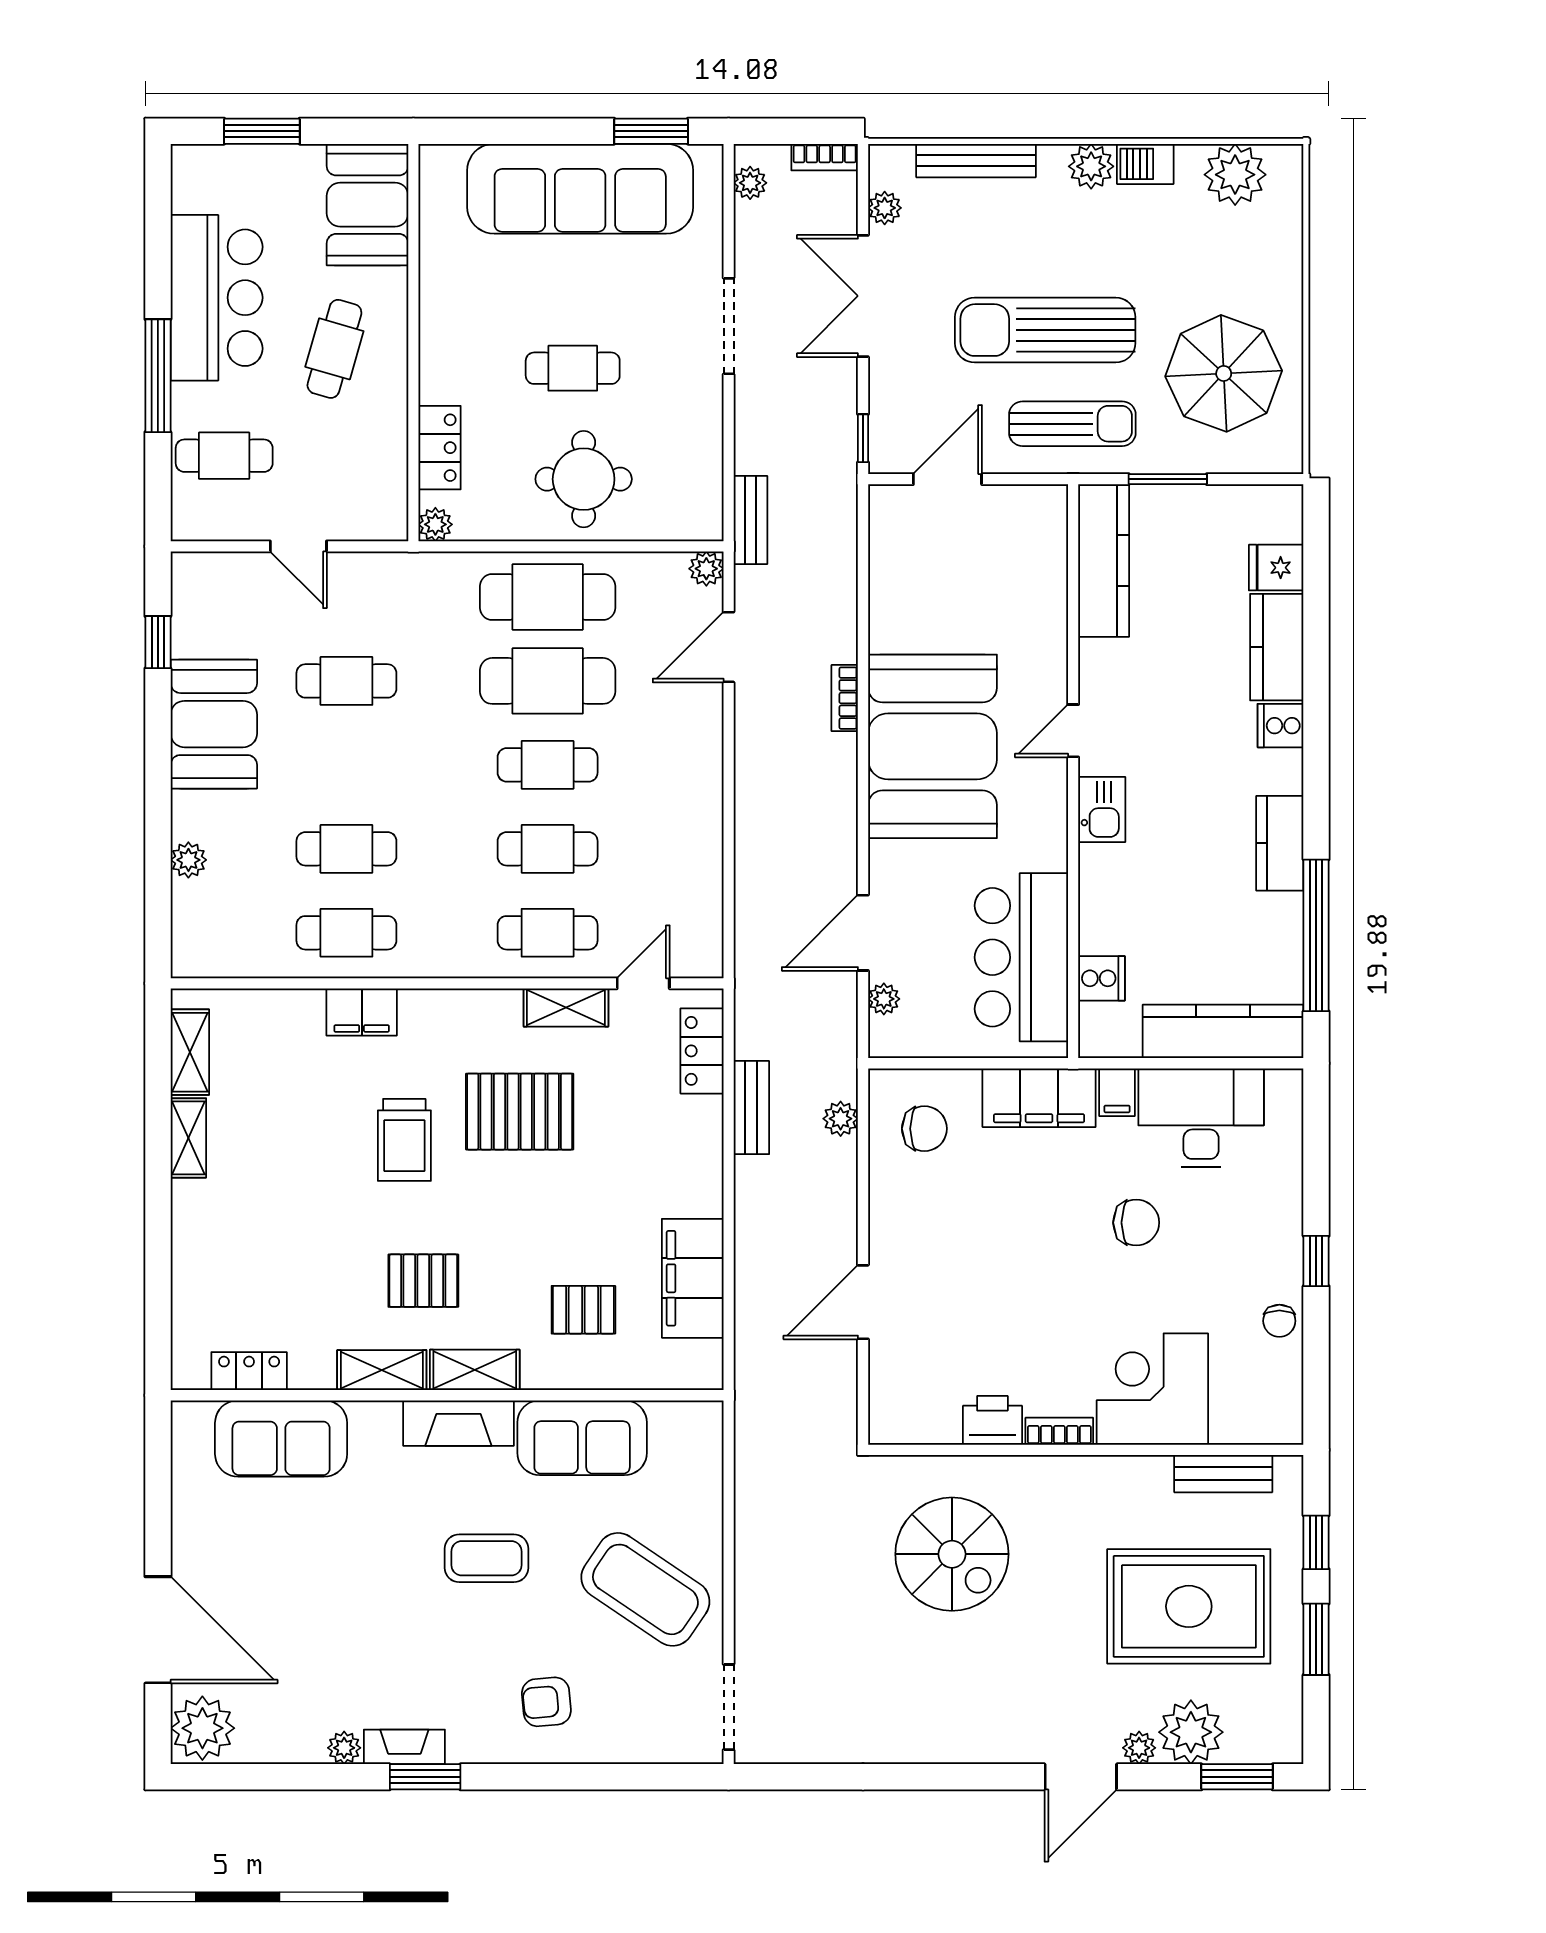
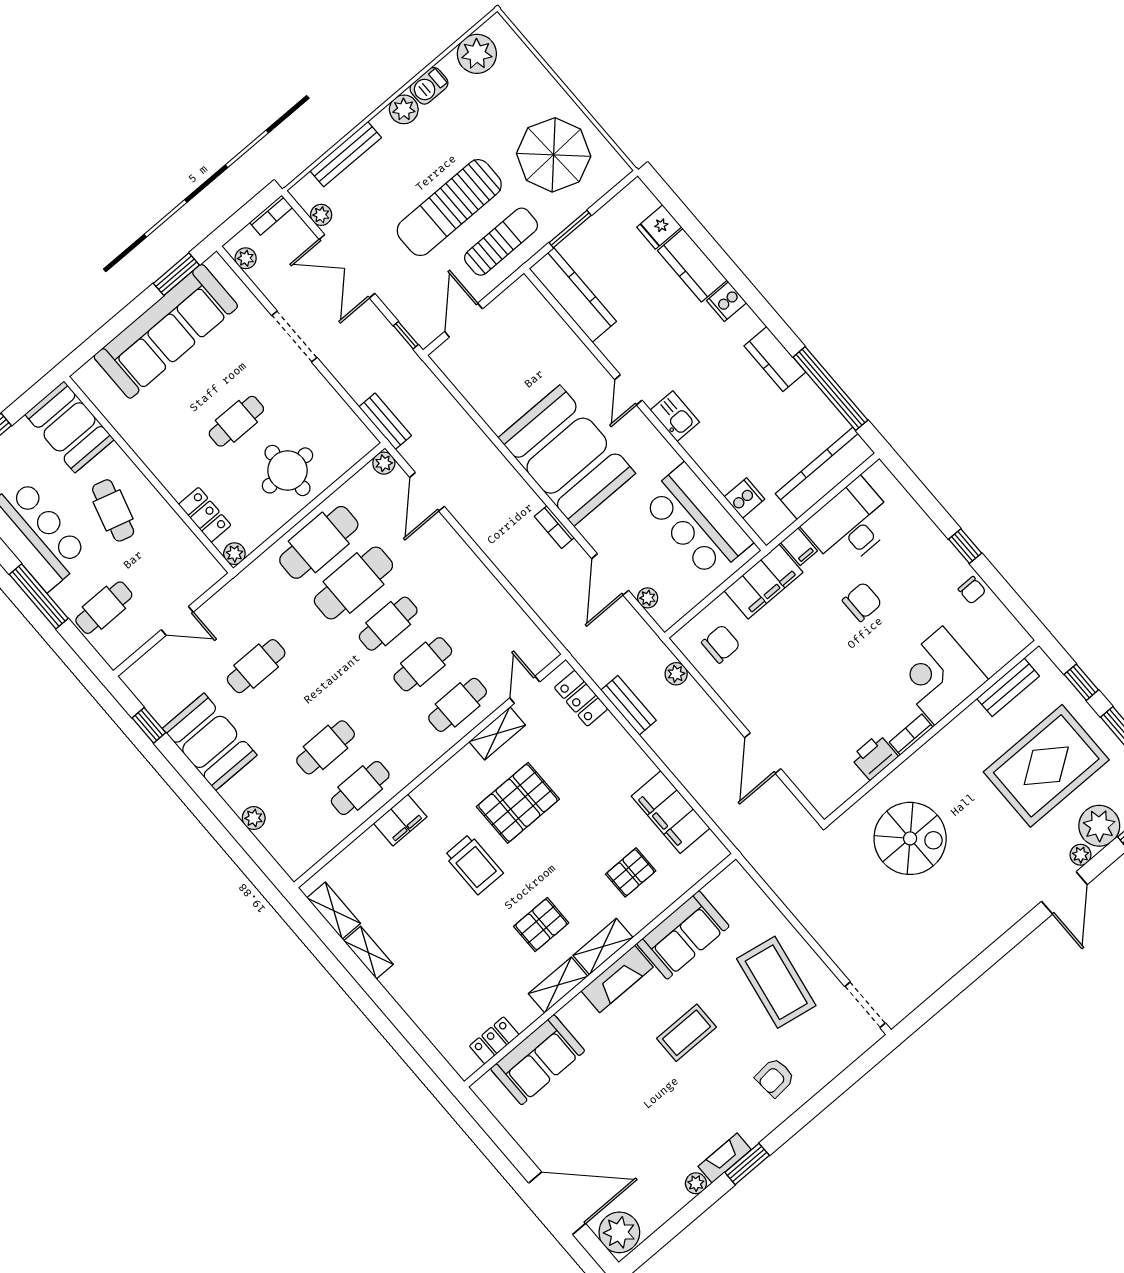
bookcase: (845, 698) -> (554, 527), moved
coffee table: (645, 1589) -> (776, 982), turned 66

